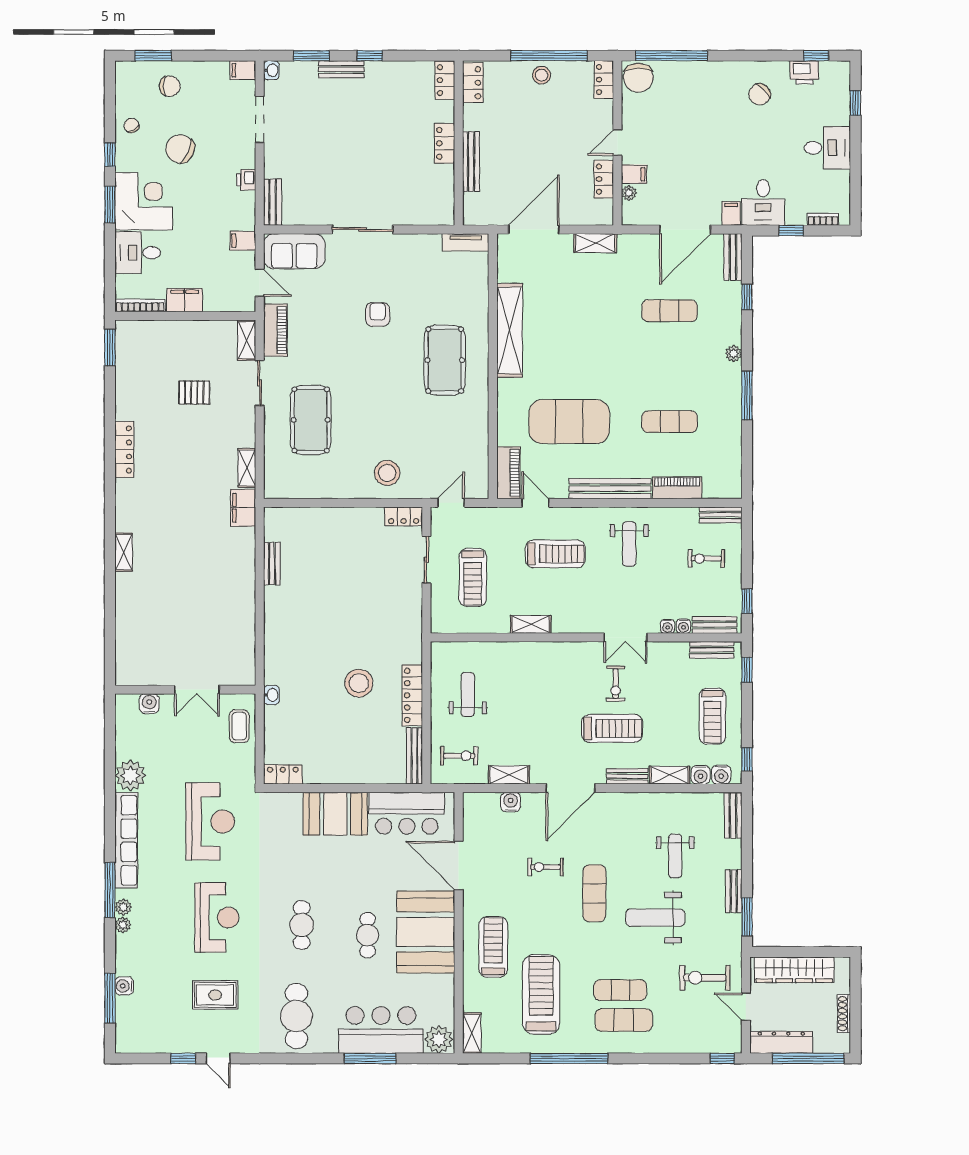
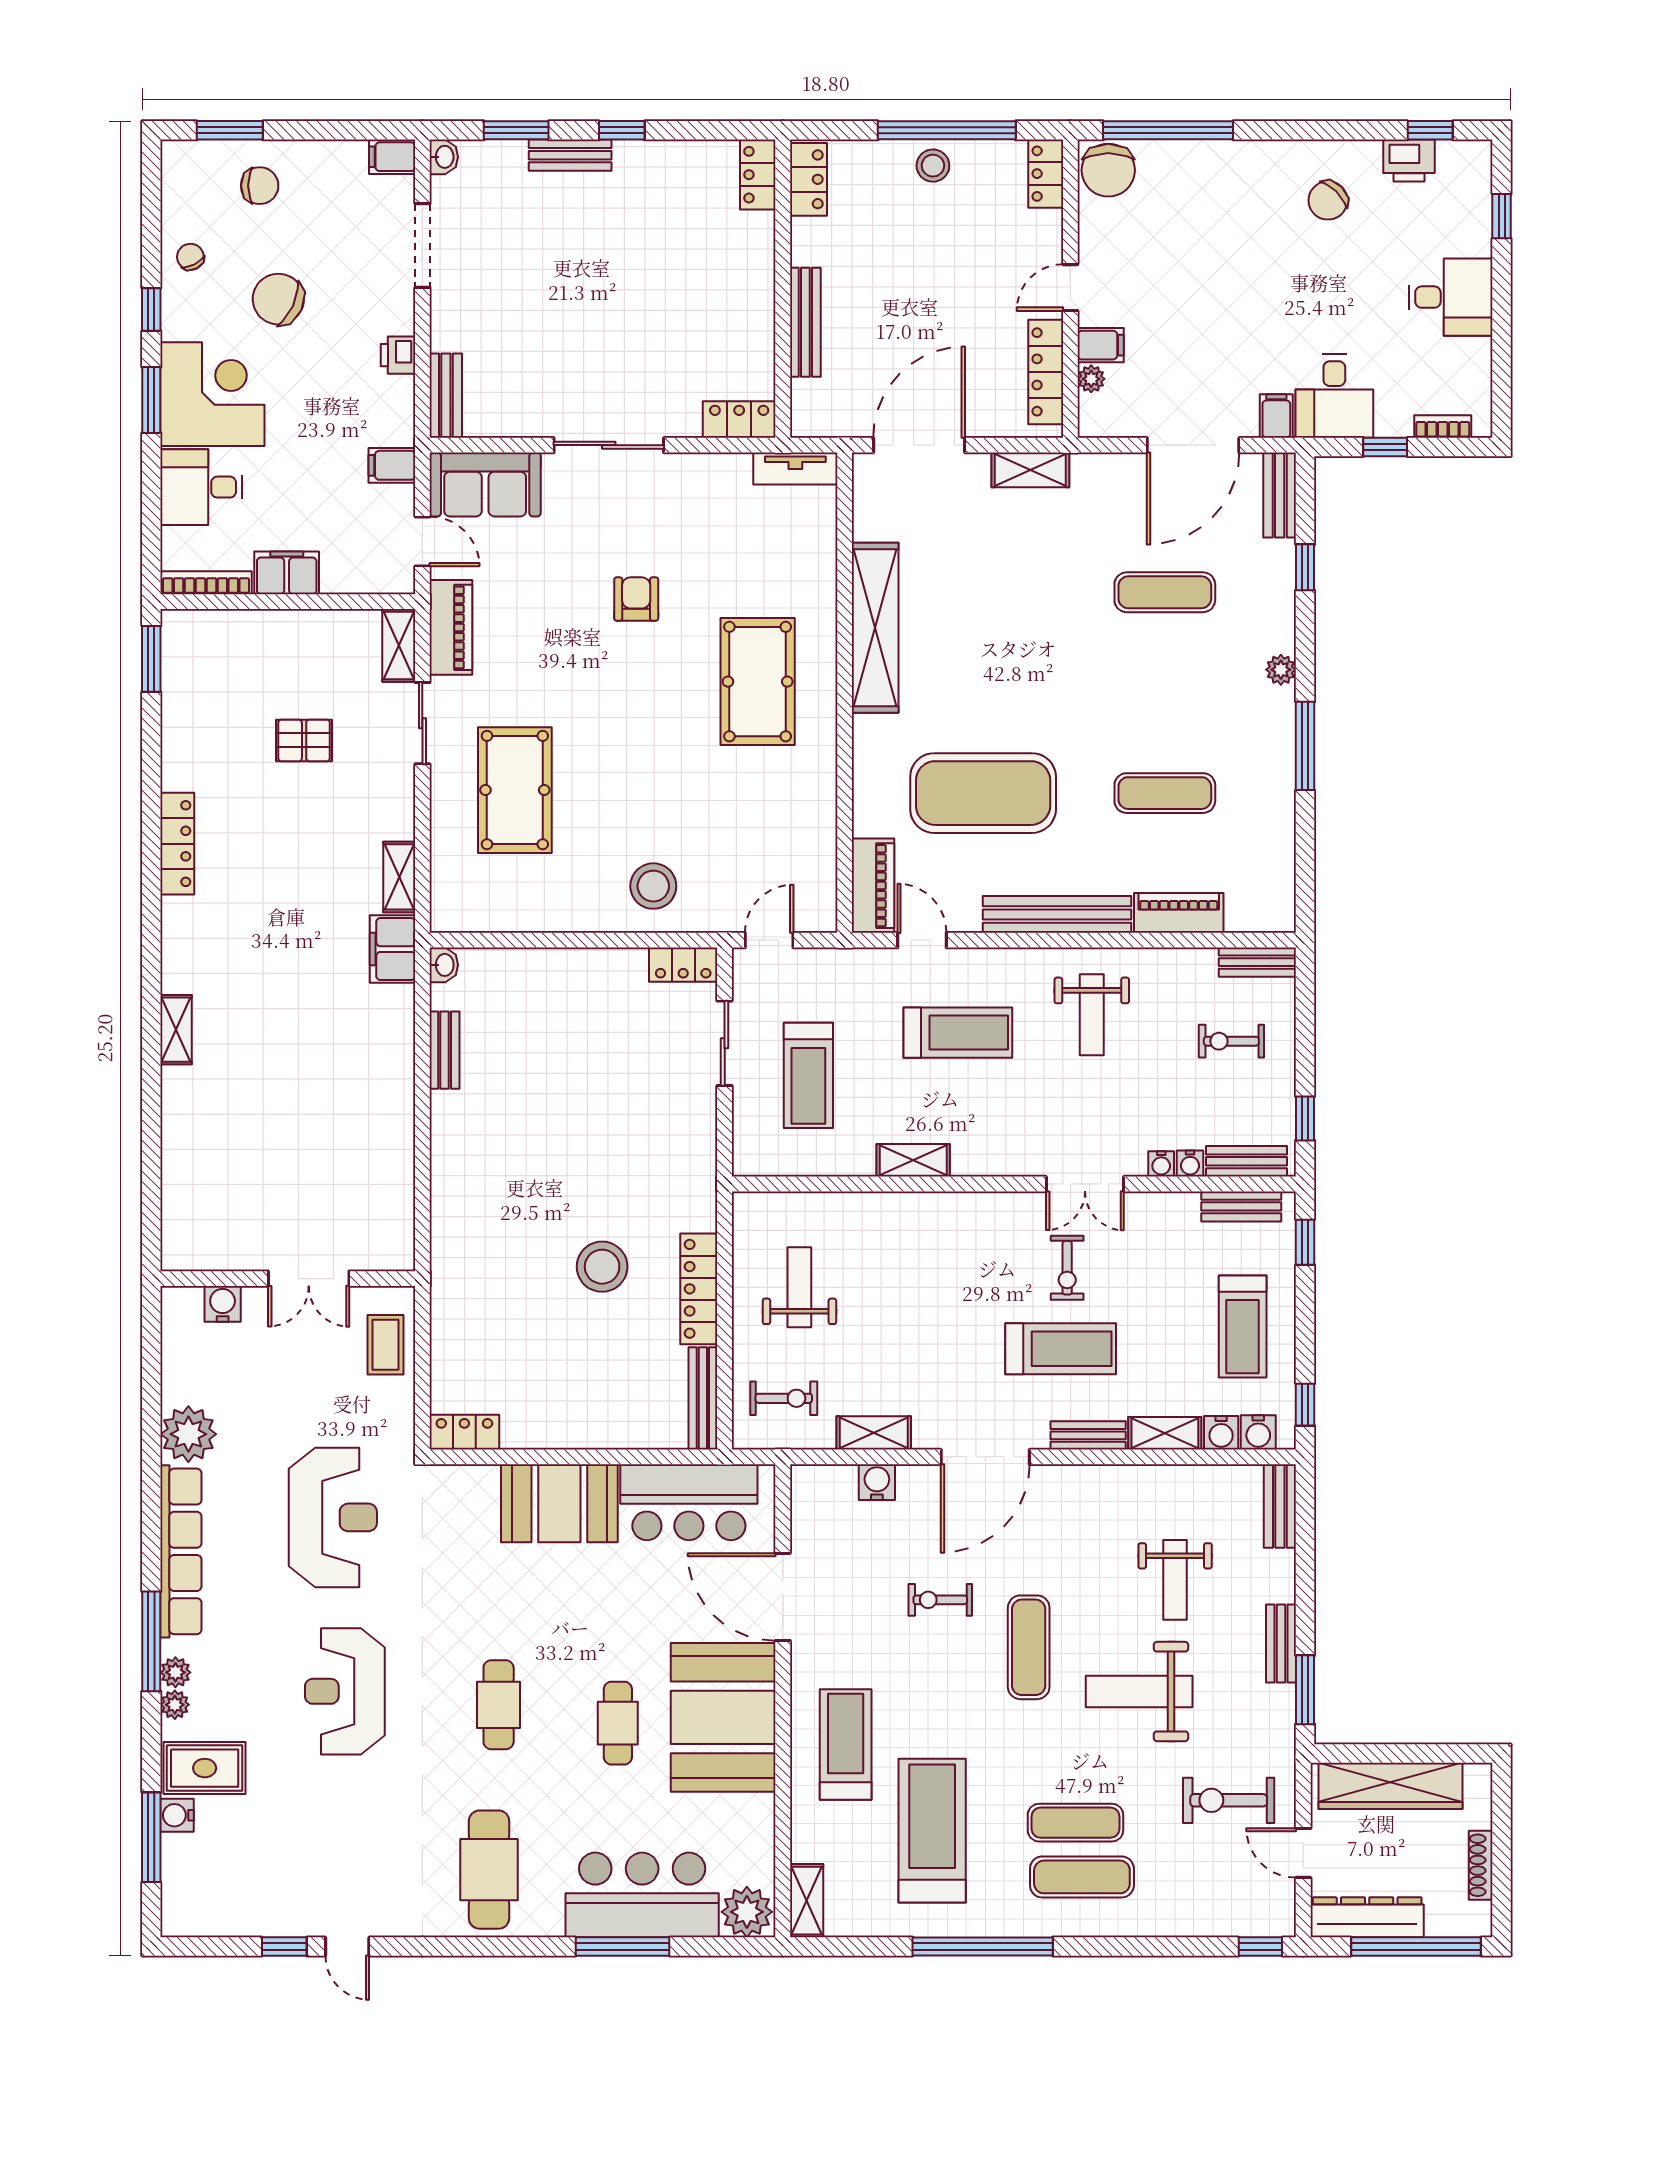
locker: (444, 143) -> (739, 420), moved, turned 90
locker: (604, 179) -> (1046, 372), width x1.53
washbasin: (271, 695) -> (444, 965), moved
reception desk: (217, 918) -> (345, 1691), turned 180
rug: (215, 995) -> (205, 1768), moved

